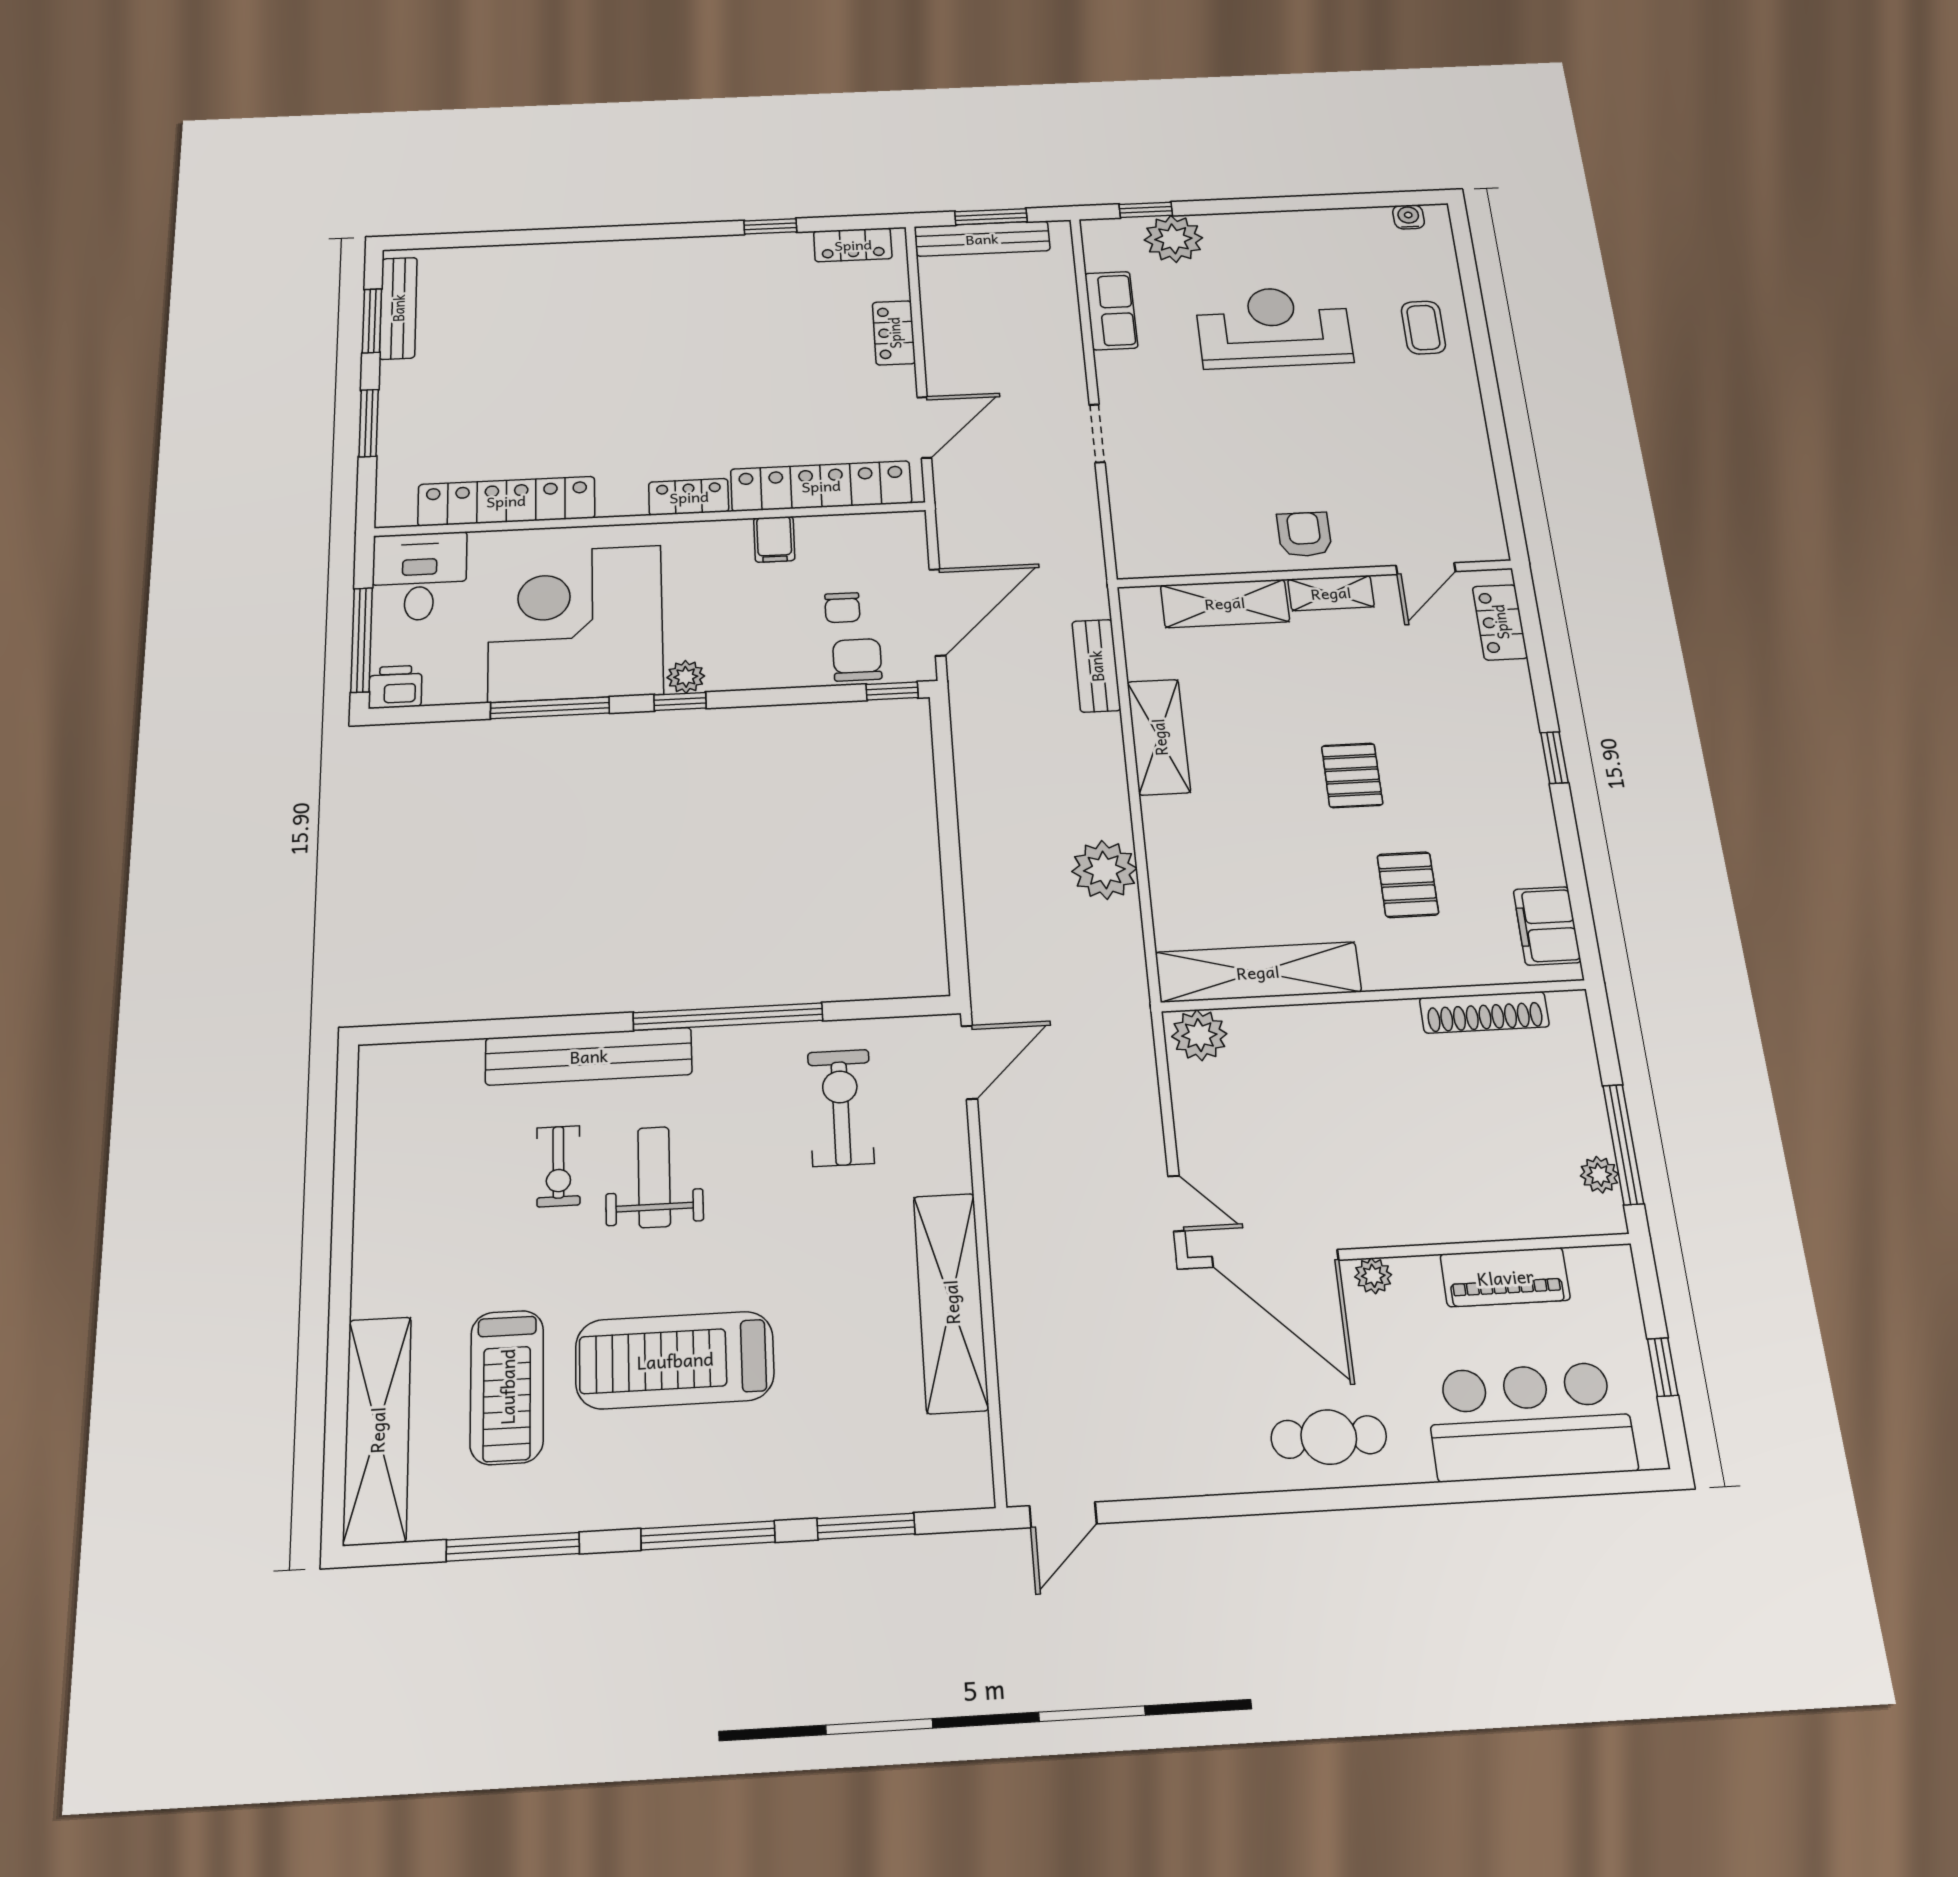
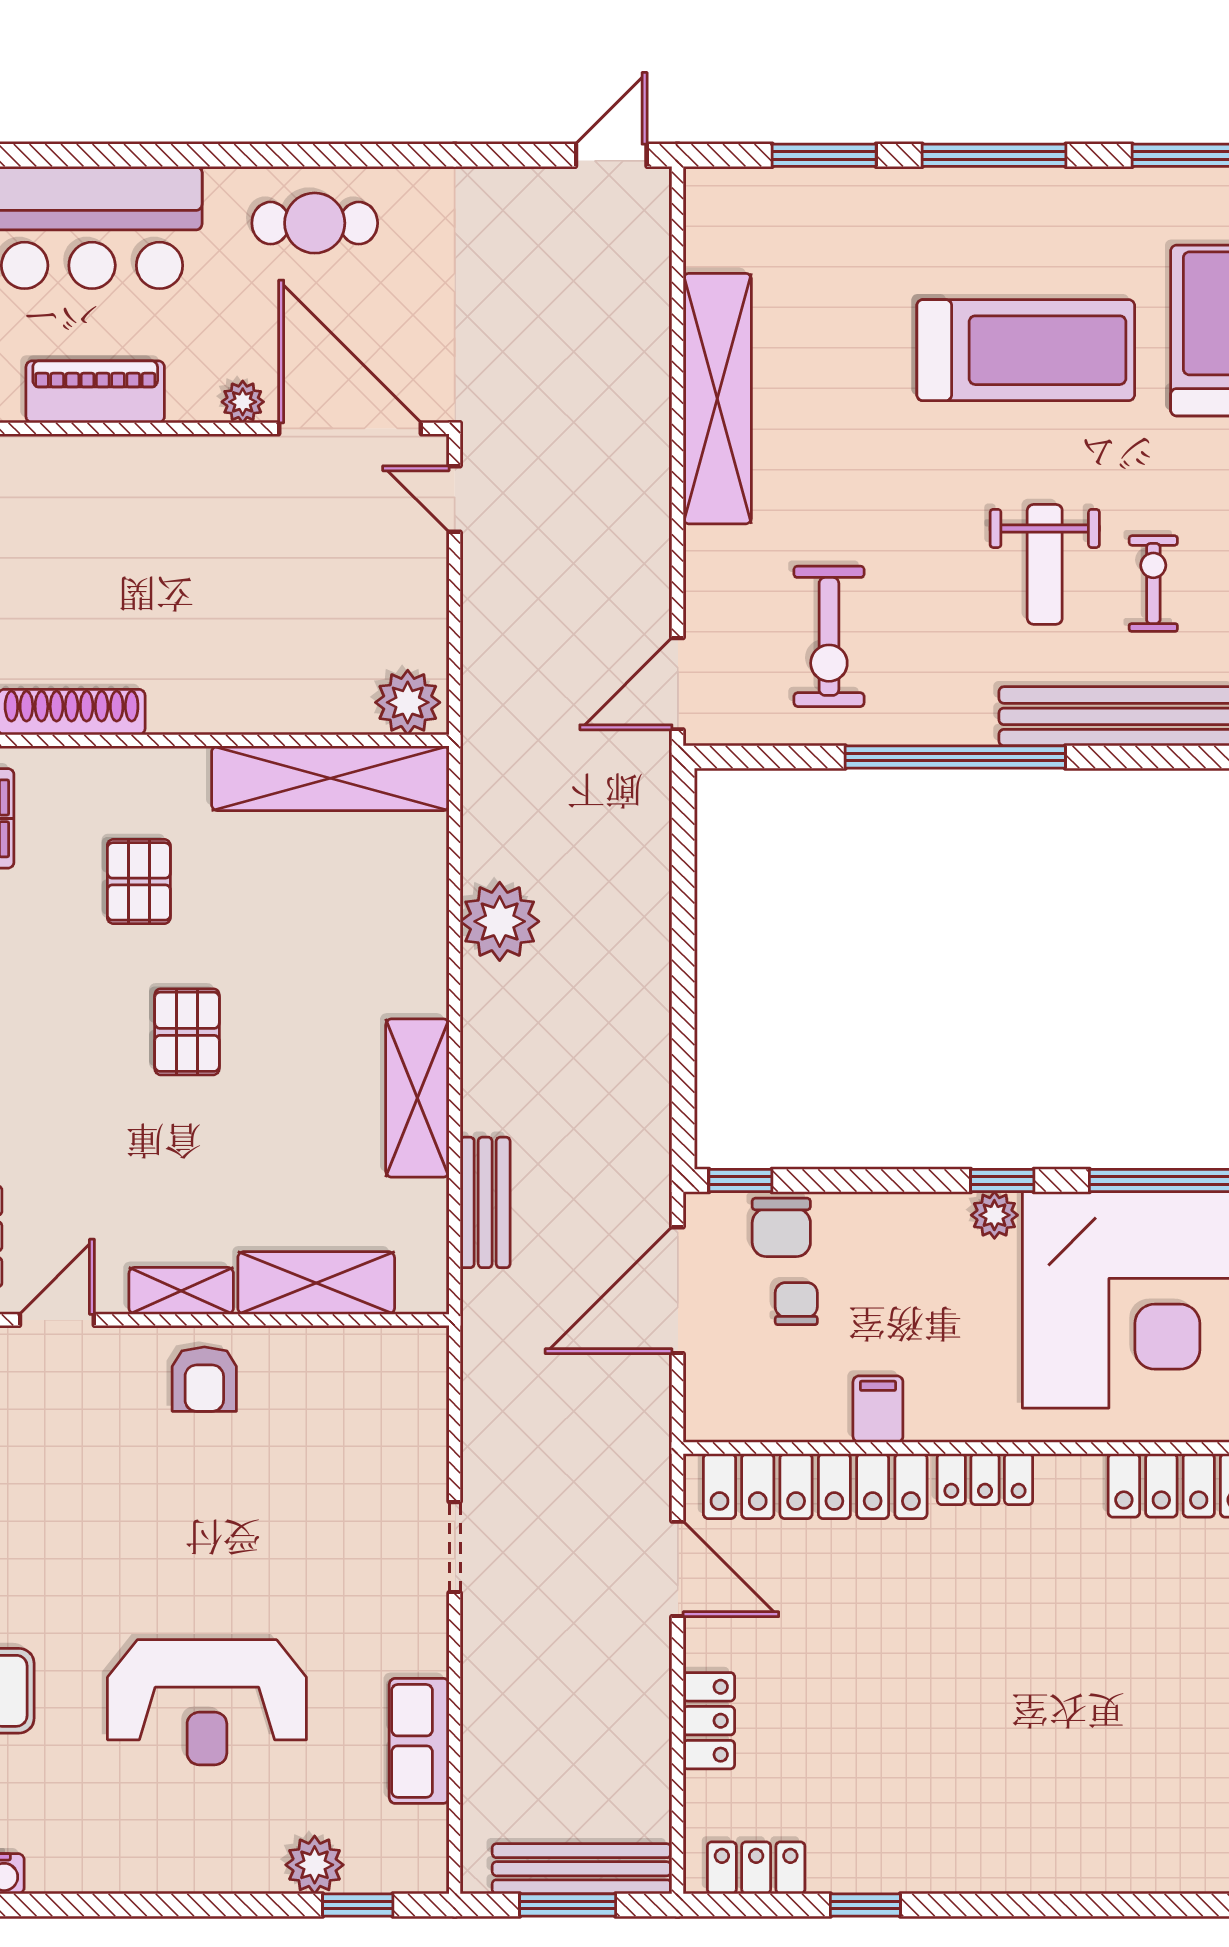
plant: (1173, 239) -> (315, 1865), width x0.73, depth x0.73
door: (924, 427) -> (678, 1569), swing flipped

